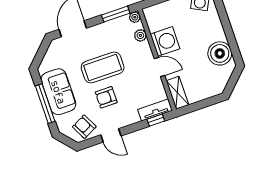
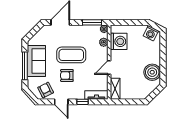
washing machine: (165, 41) -> (119, 41), moved
door: (159, 67) -> (109, 68), swing flipped
window: (156, 120) -> (83, 102), moved

